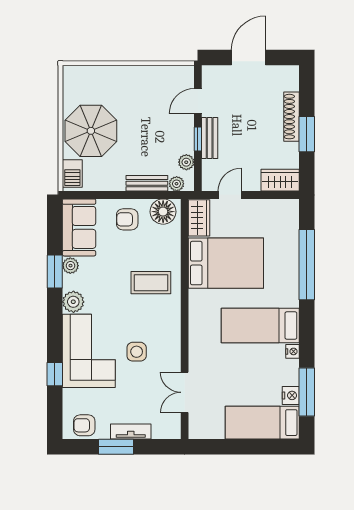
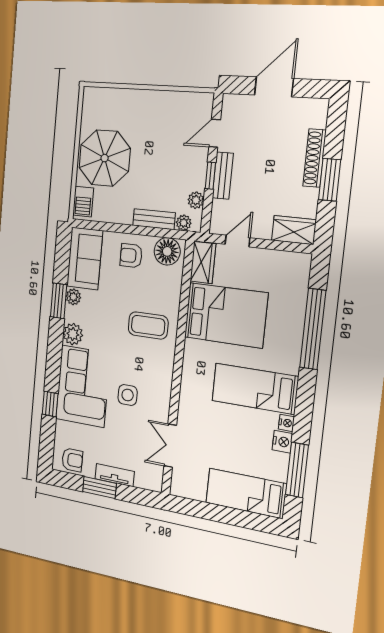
nightstand: (291, 395) -> (282, 442), moved
armchair: (84, 425) -> (72, 460), turned 180

